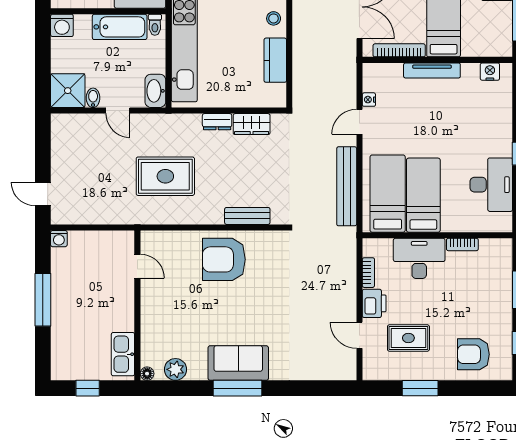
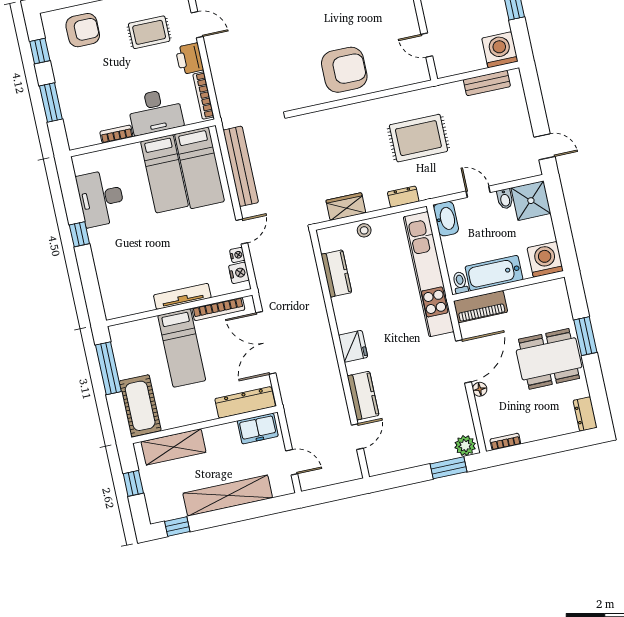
stool: (274, 18) -> (364, 230), moved
washing machine: (62, 25) -> (545, 259), width x1.37, depth x1.37
nightstand: (490, 72) -> (239, 273), moved, turned -90
dresser: (217, 122) -> (403, 197), moved
door: (43, 194) -> (544, 147), moved
bench: (247, 216) -> (487, 83), moved
washing machine: (59, 239) -> (500, 50), width x1.89, depth x1.89
bookcase: (368, 273) -> (203, 95), width x1.56

